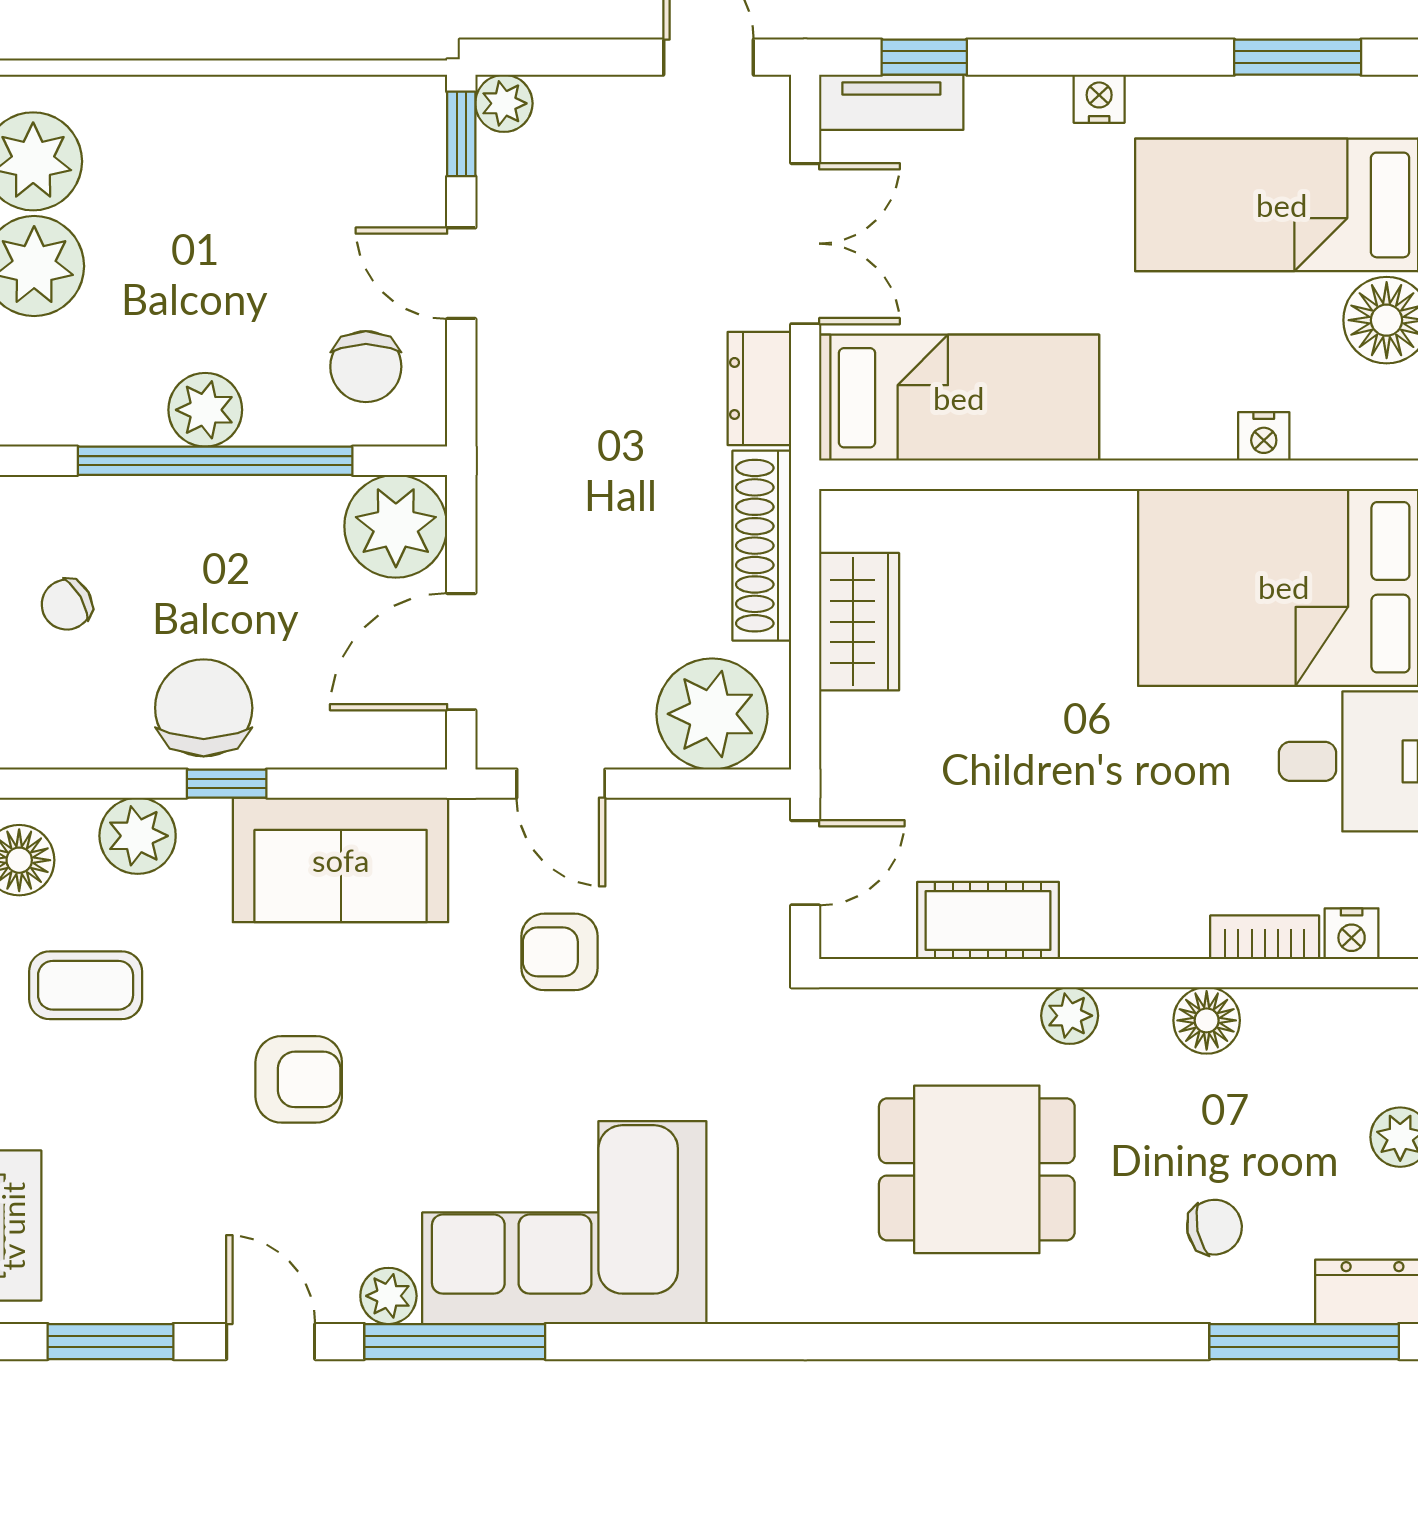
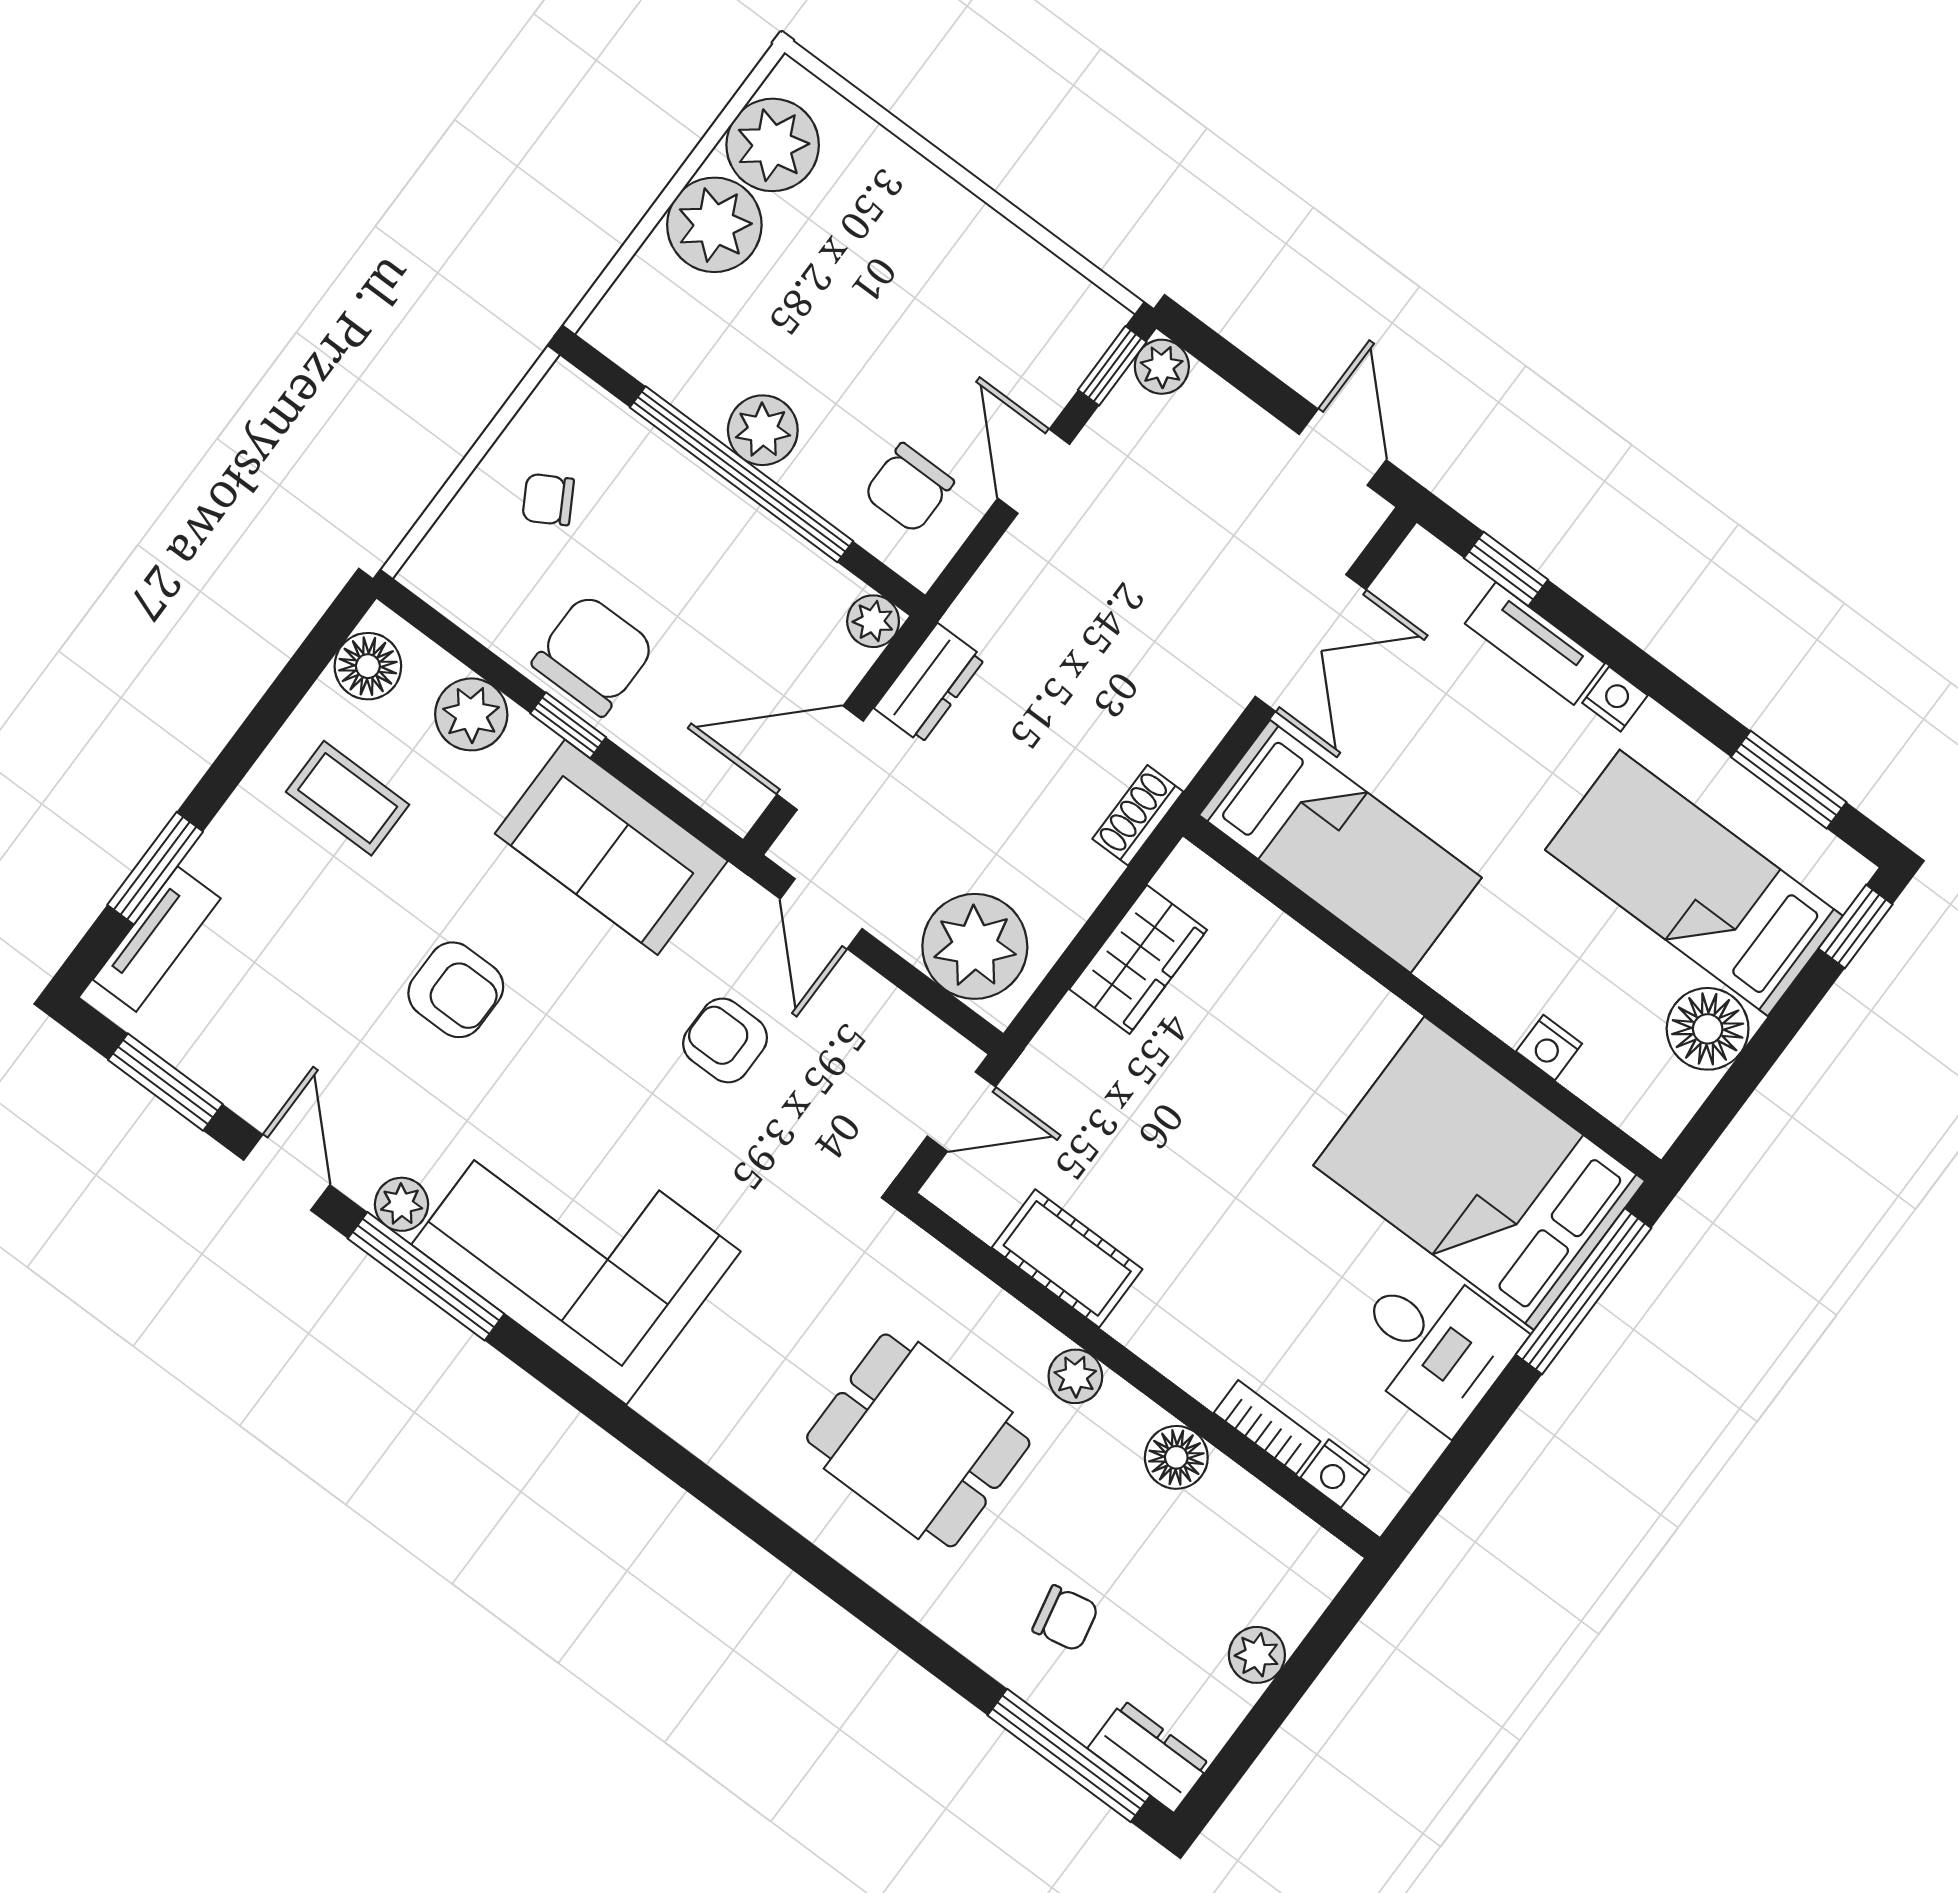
tv unit: (891, 102) -> (1535, 643), moved
dresser: (759, 388) -> (930, 683), moved, turned 180
plant: (396, 526) -> (873, 621), width x0.53, depth x0.53
shoe rack: (762, 546) -> (1138, 815), width x0.51, depth x0.81

